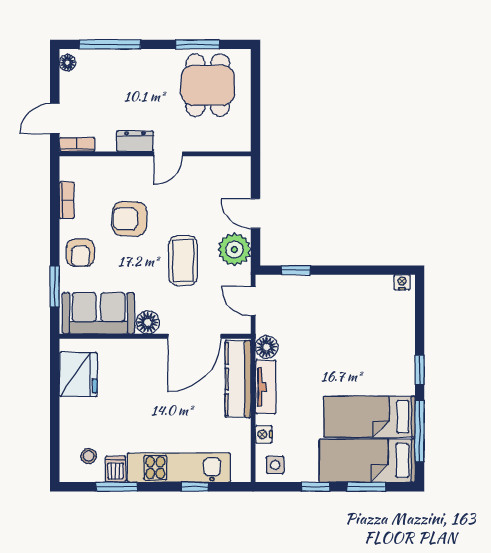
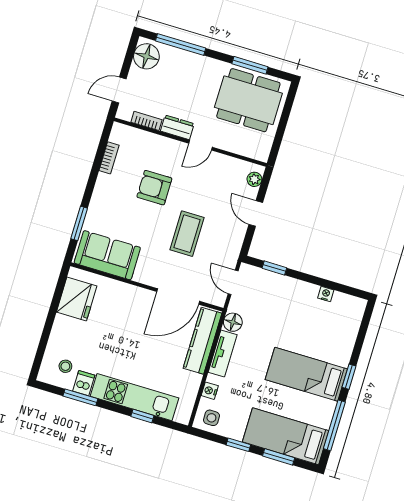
floor lamp: (67, 63) -> (146, 56), width x1.89, depth x1.89
dining table: (208, 85) -> (248, 100), width x1.38
bookcase: (77, 145) -> (147, 121), moved
plant: (234, 249) -> (254, 179), moved, width x0.53, depth x0.53
armchair: (80, 253) -> (107, 203), removed
nightstand: (402, 282) -> (326, 294), moved
floor lamp: (148, 322) -> (144, 274), removed
bed: (370, 417) -> (306, 374), moved

